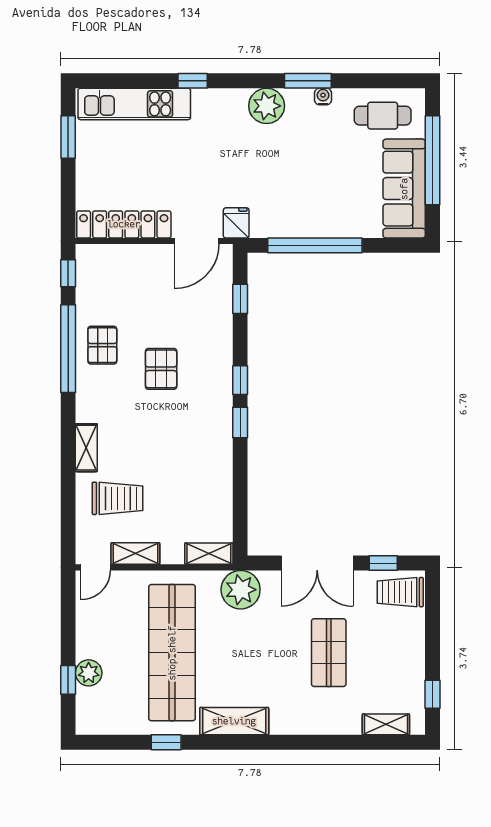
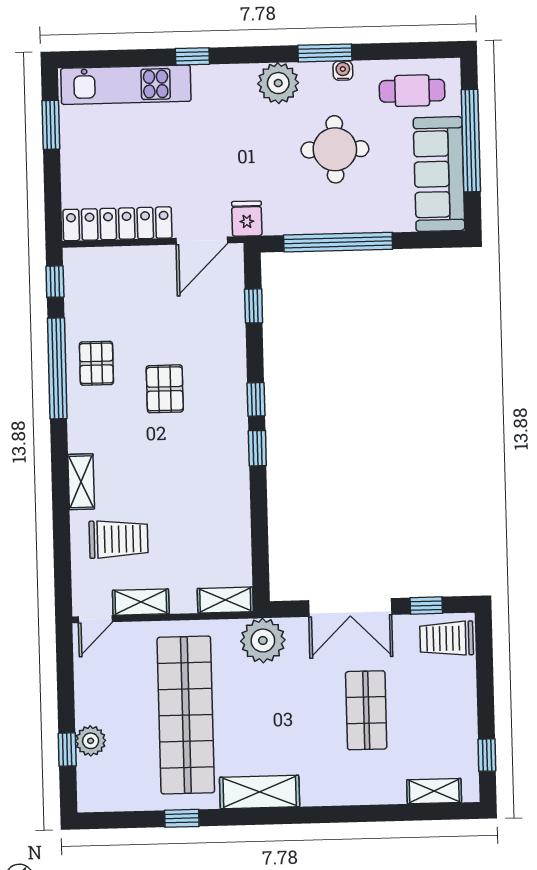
round table: (314, 165) -> (335, 149), added

